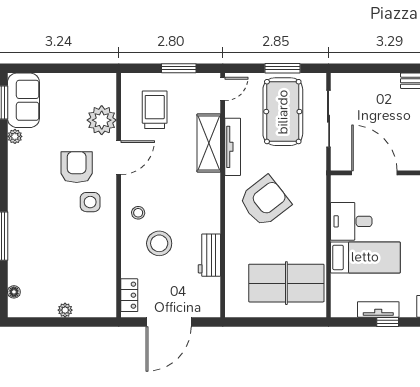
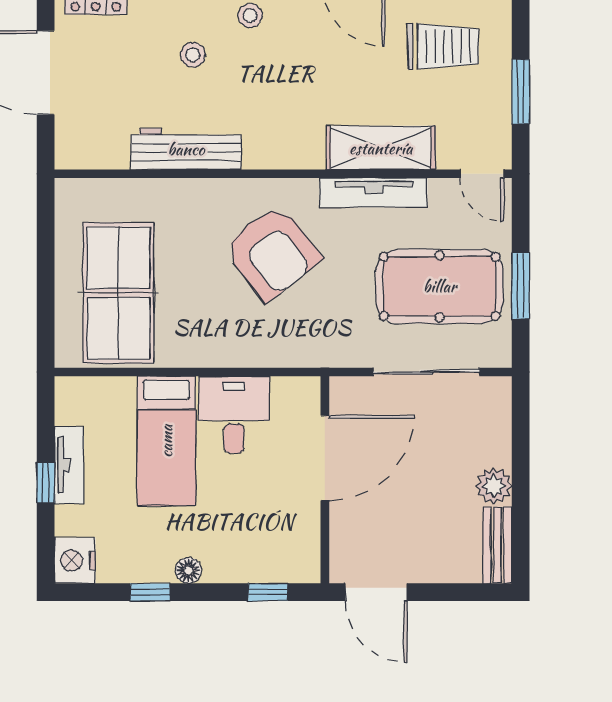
plant: (389, 83) -> (494, 486), added
stool: (159, 243) -> (193, 55), width x0.53, depth x0.53
workbench: (209, 255) -> (186, 149), width x1.37

